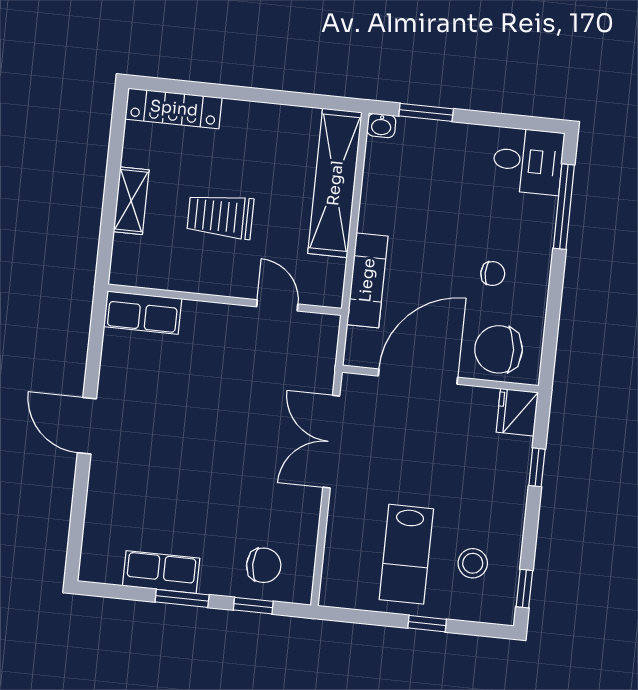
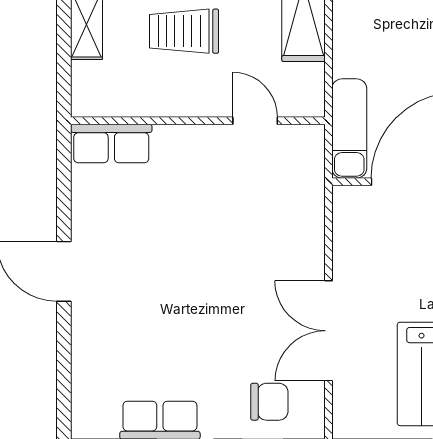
exam couch: (367, 280) -> (349, 128), moved
double door: (331, 442) -> (328, 331), moved

